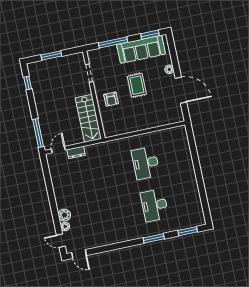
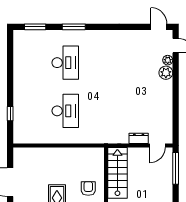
window: (194, 150) -> (10, 114), added

